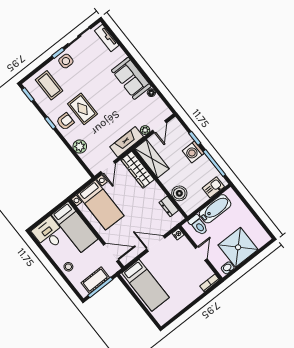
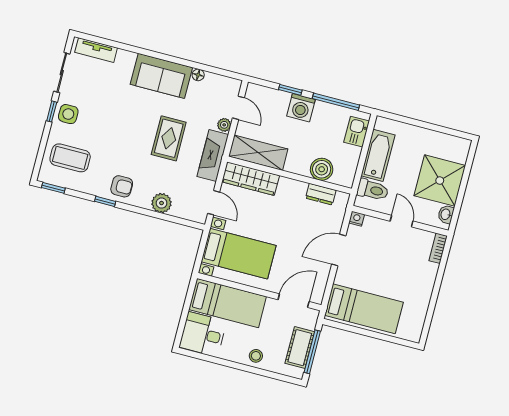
rug: (82, 109) -> (169, 138), moved, turned 90
armchair: (65, 121) -> (122, 186), turned 90

